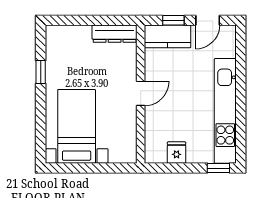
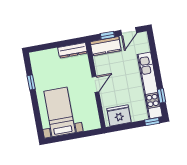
window: (241, 130) -> (162, 96), added
fridge: (177, 153) -> (119, 115), width x1.88, depth x1.34

